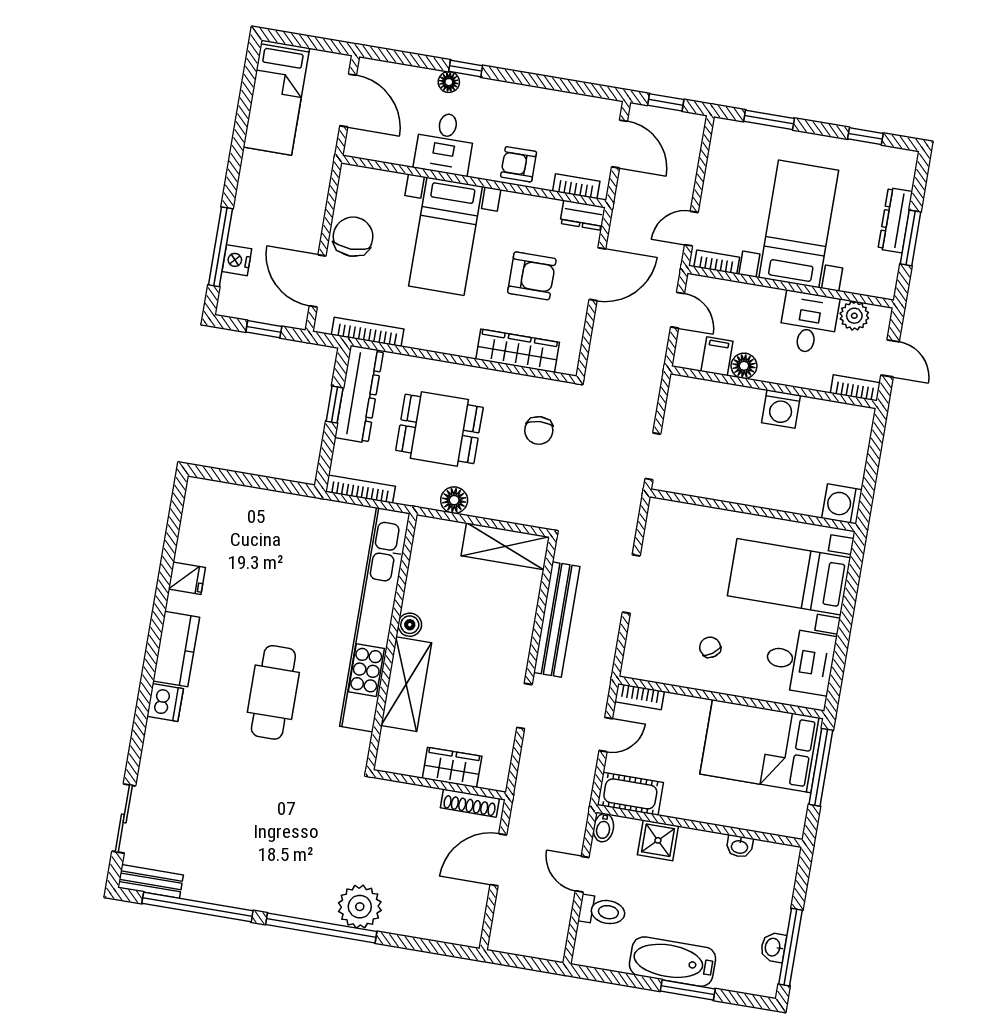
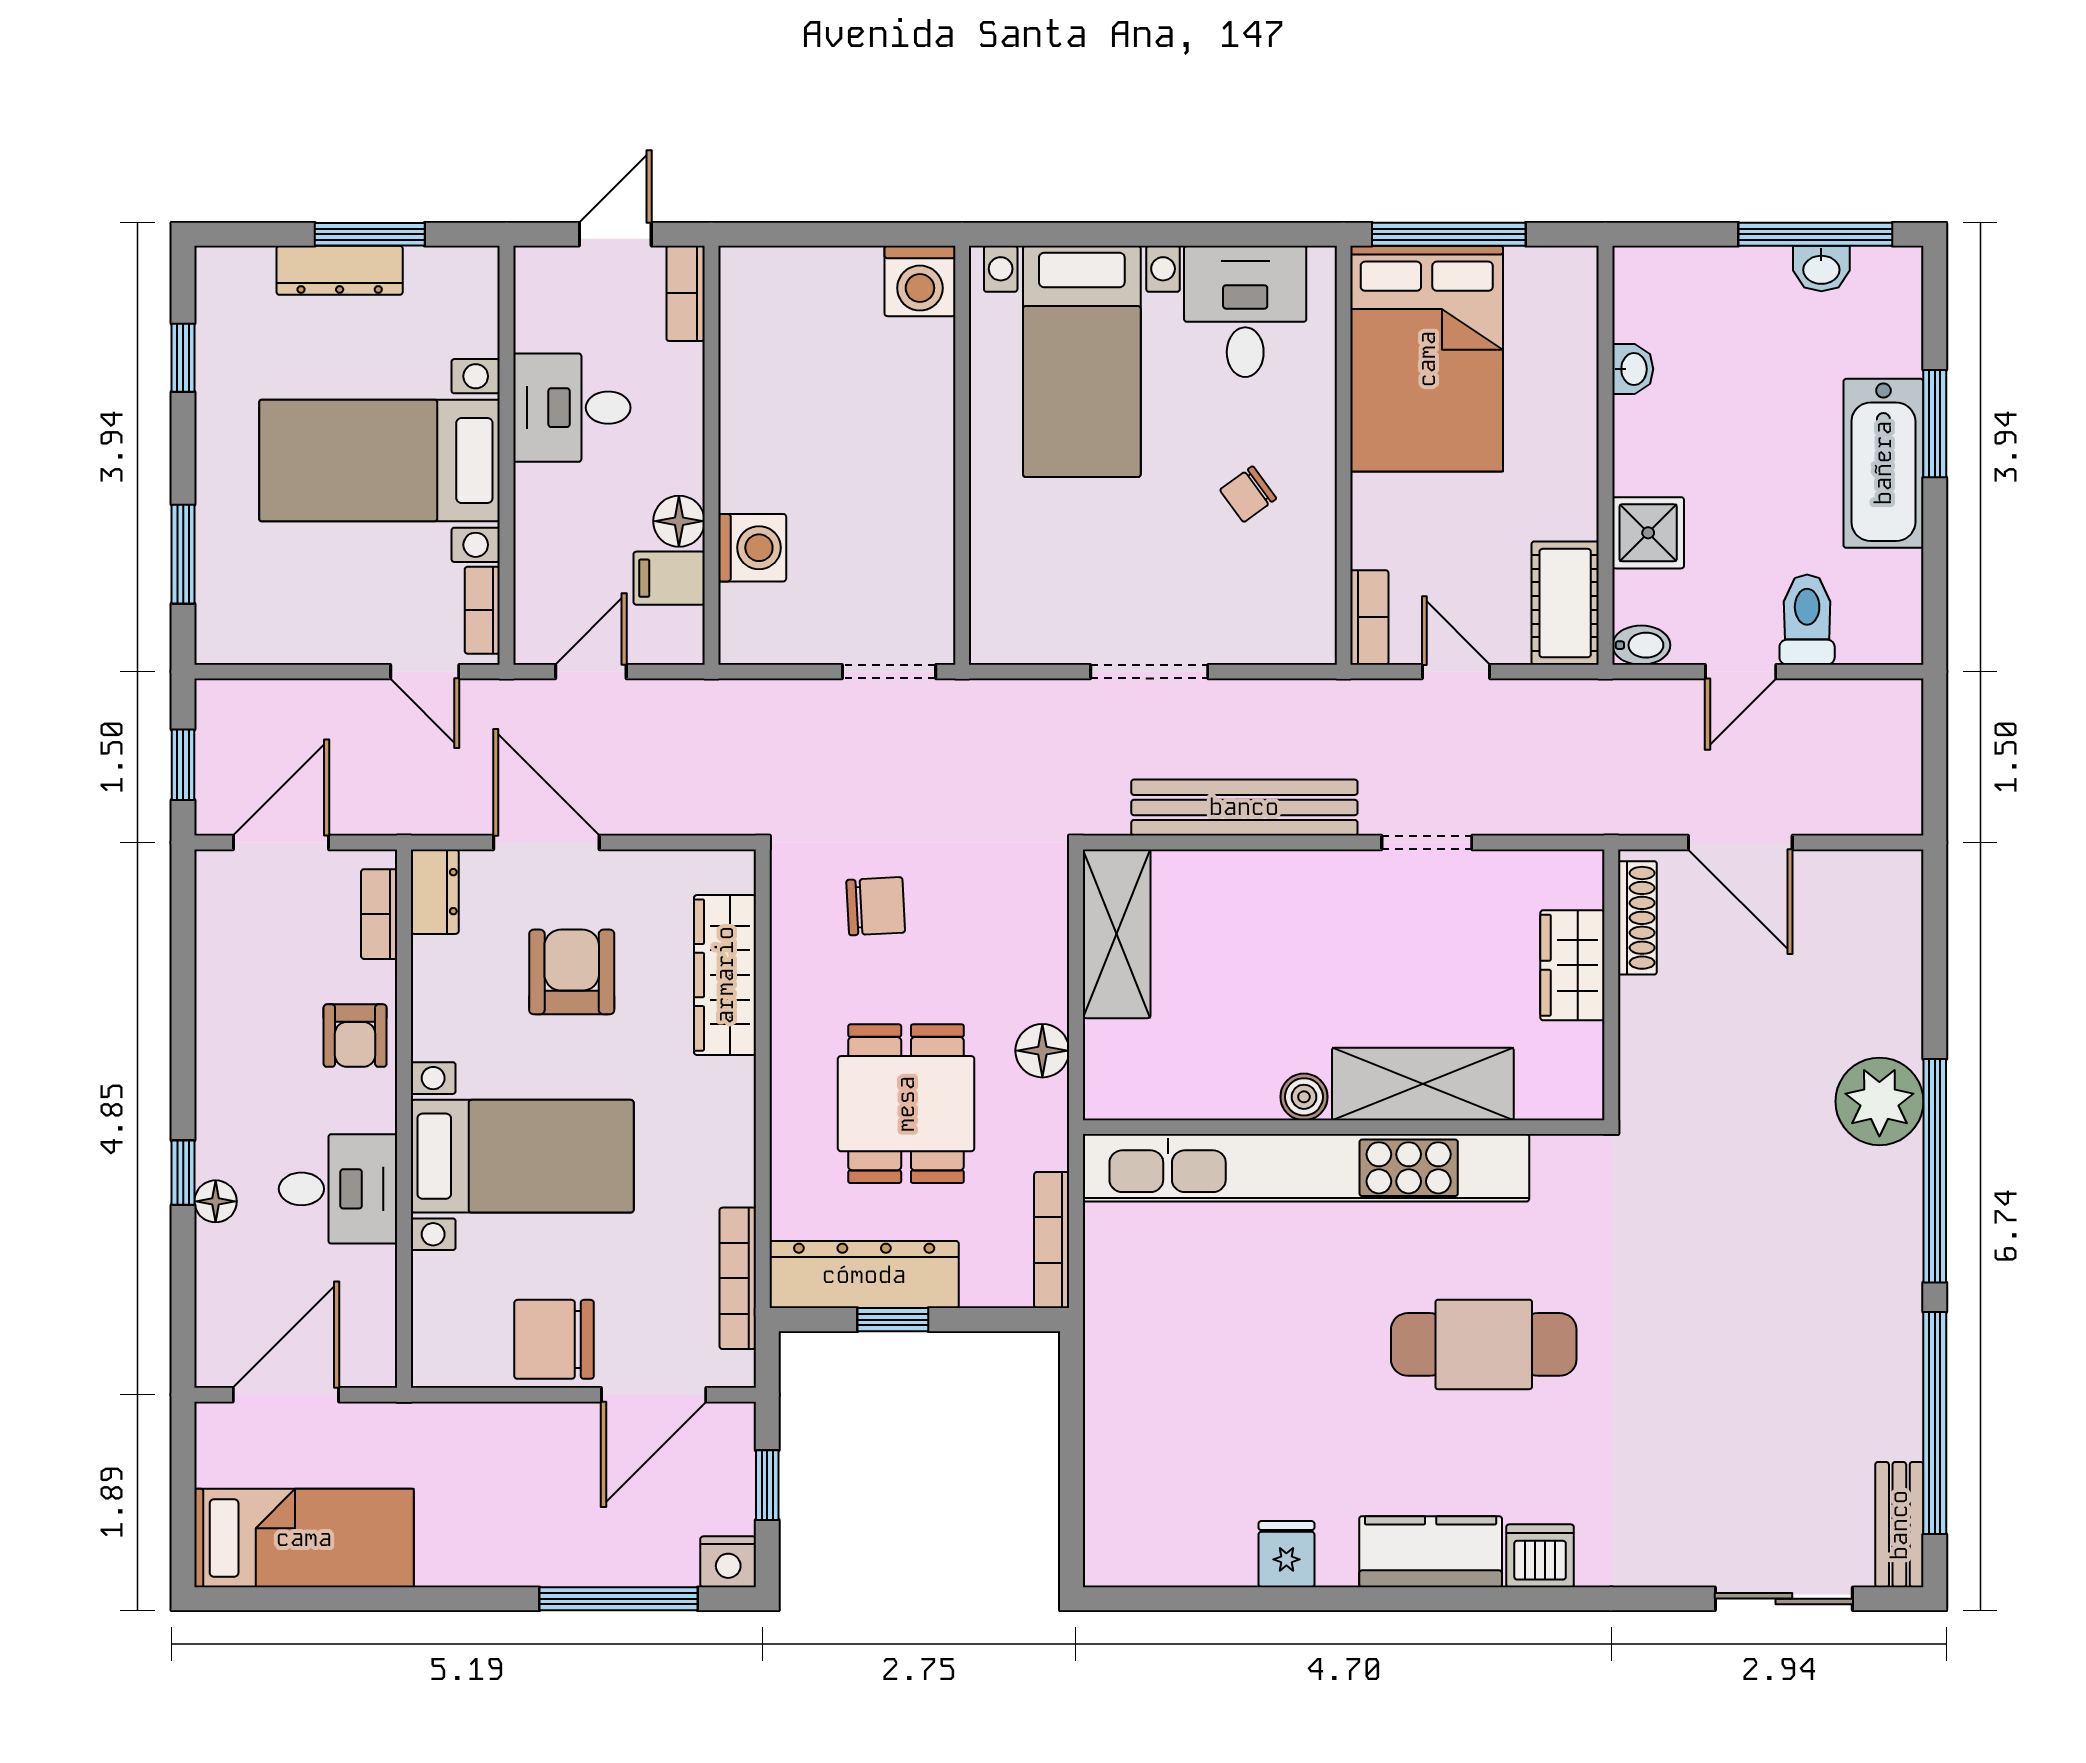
nightstand: (237, 260) -> (728, 1562), moved
plant: (854, 316) -> (543, 319), removed
washing machine: (781, 409) -> (752, 548), moved

